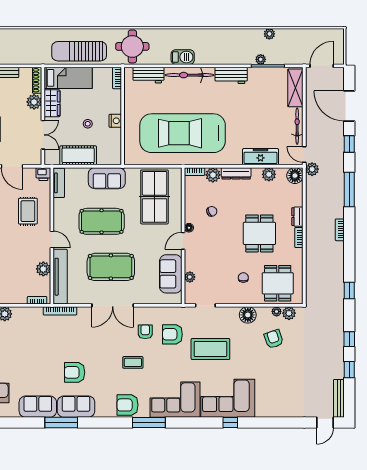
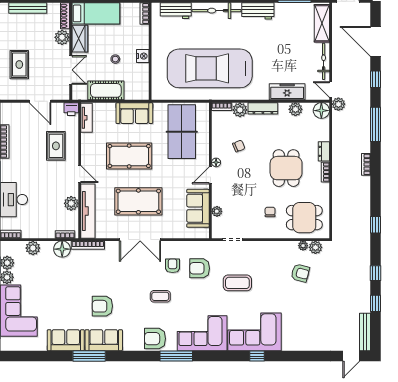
dining table: (278, 283) -> (304, 218), turned 90
floor lamp: (248, 315) -> (62, 249), moved
armchair: (274, 339) -> (300, 273), turned 124
coffee table: (210, 349) -> (237, 283), width x0.73, depth x0.76

